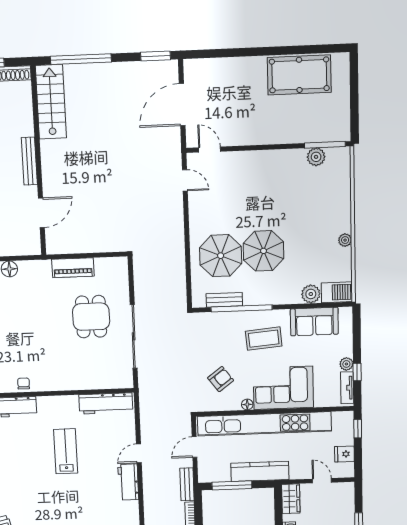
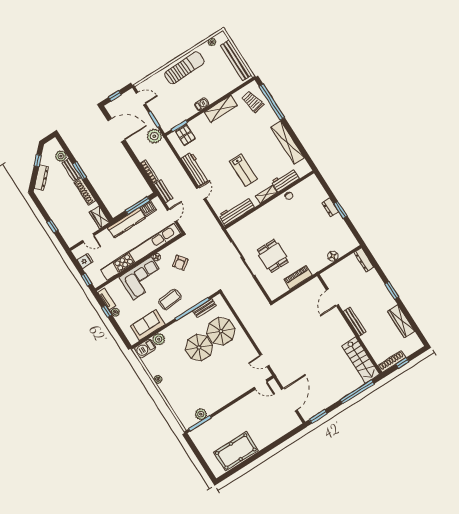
shelving: (53, 403) -> (266, 194), added
dishwasher: (220, 473) -> (148, 209), added
workbench: (128, 482) -> (195, 169), width x1.38

